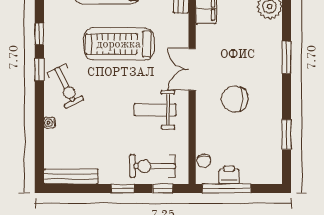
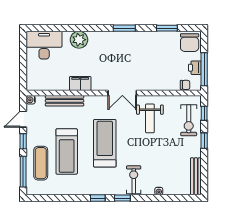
treadmill: (119, 44) -> (105, 143), turned 180
window: (287, 57) -> (124, 28), moved
exercise bike: (66, 86) -> (134, 180), turned -63
chair: (235, 99) -> (190, 43), moved

